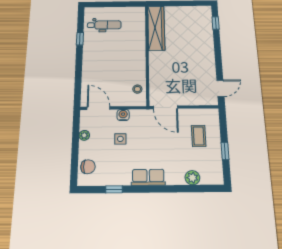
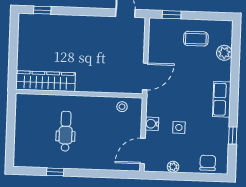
dental chair: (104, 25) -> (66, 131), moved
coffee table: (199, 136) -> (196, 39), moved
window: (225, 151) -> (172, 15), moved

